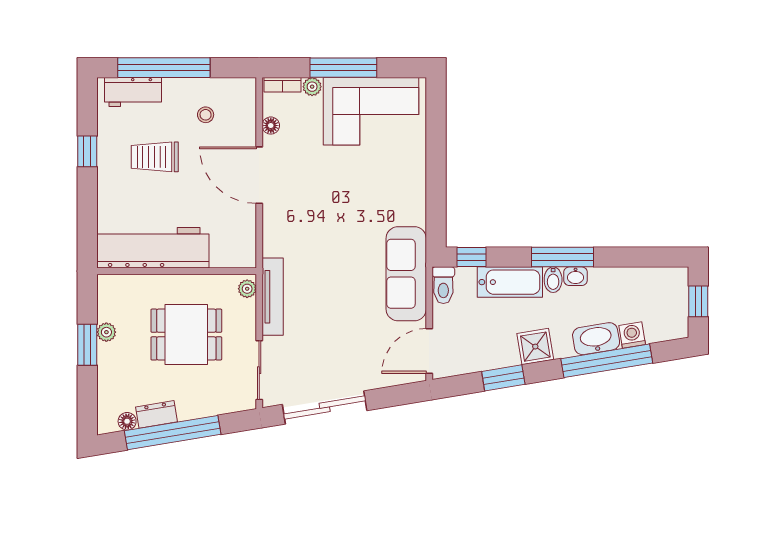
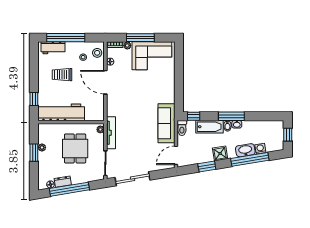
stool: (239, 104) -> (97, 53), added
window: (87, 151) -> (34, 99), moved
dining table: (186, 335) -> (75, 148), turned 90

